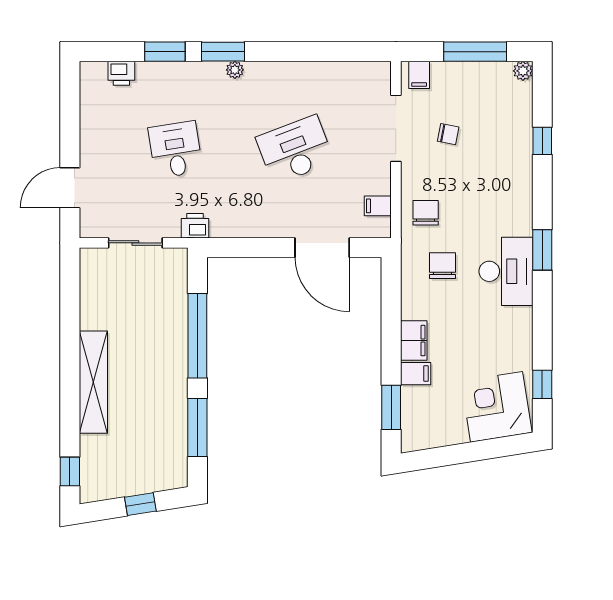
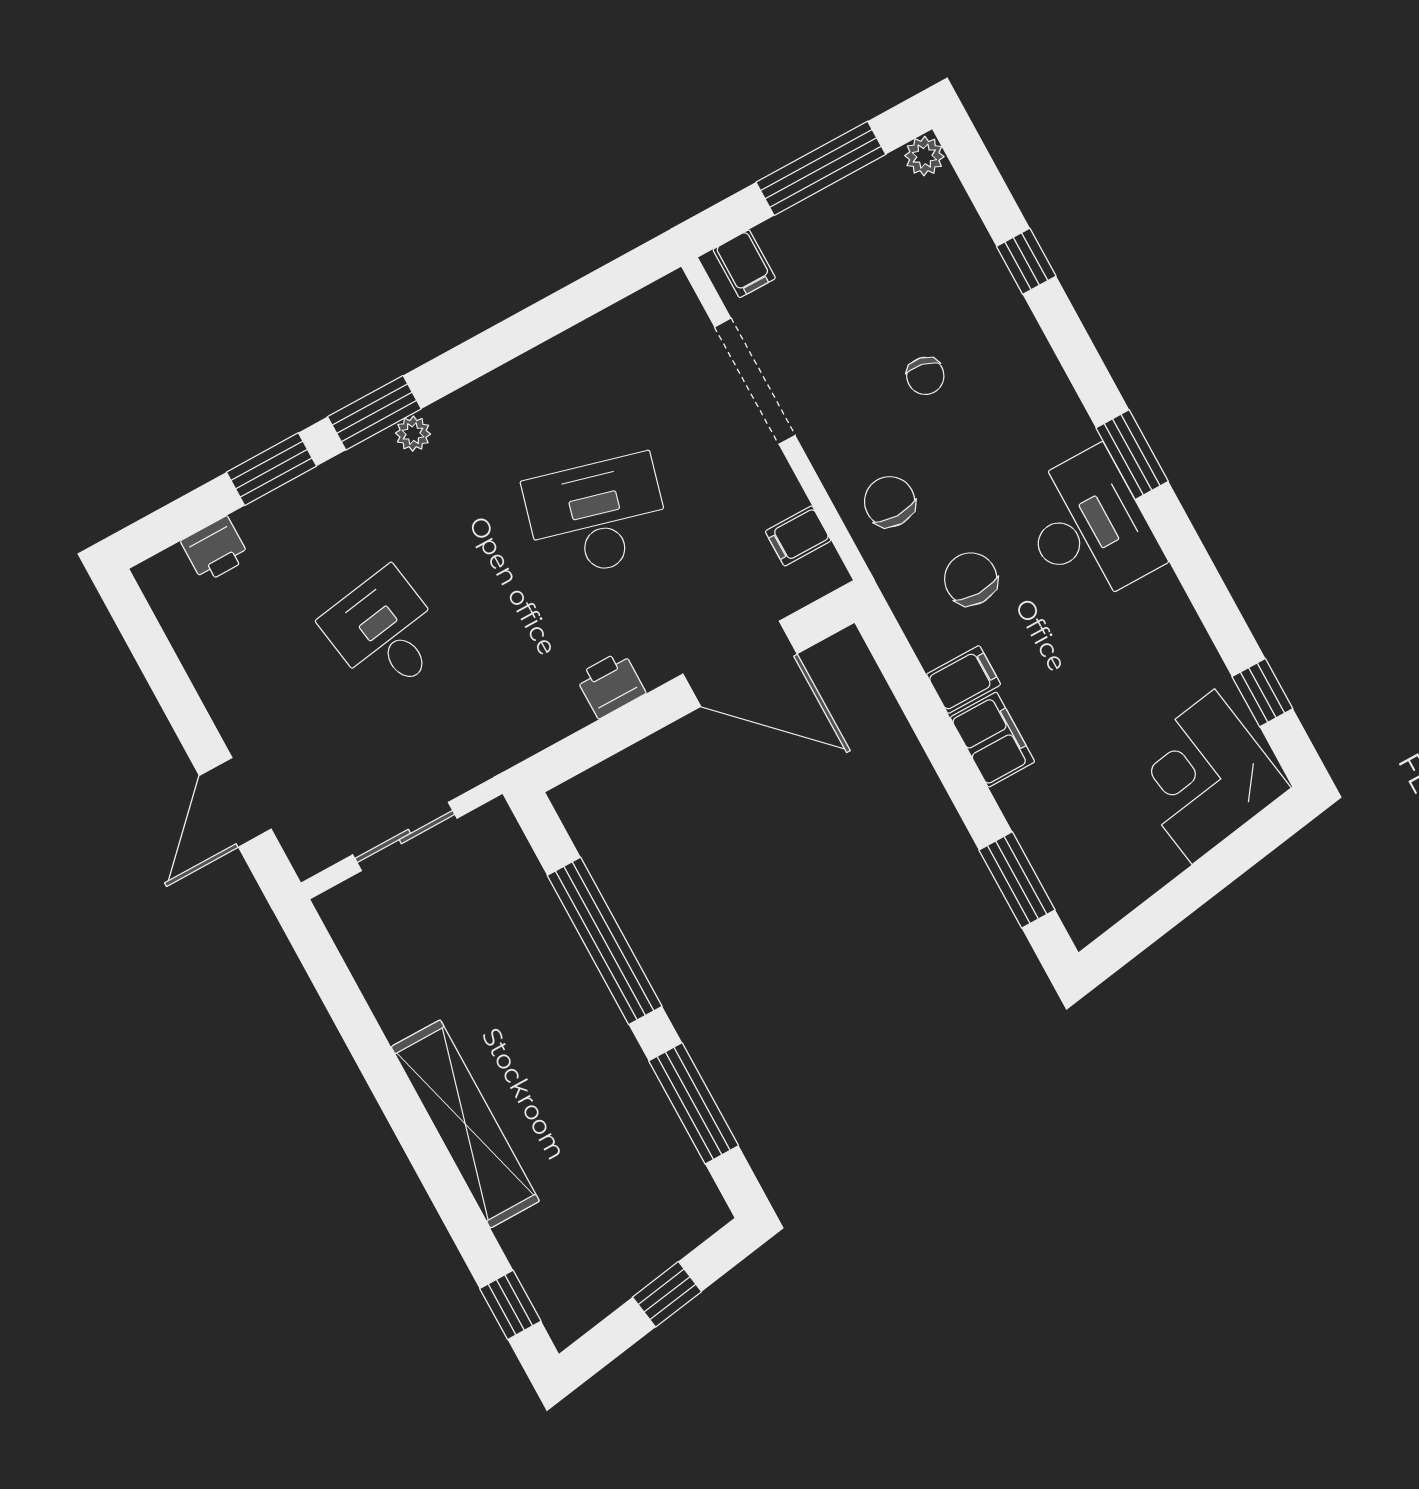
chair: (448, 134) -> (925, 376), moved, turned 91
desk: (295, 150) -> (597, 517), turned 36
printer: (195, 226) -> (611, 684), moved
filing cabinet: (416, 374) -> (964, 679), moved

